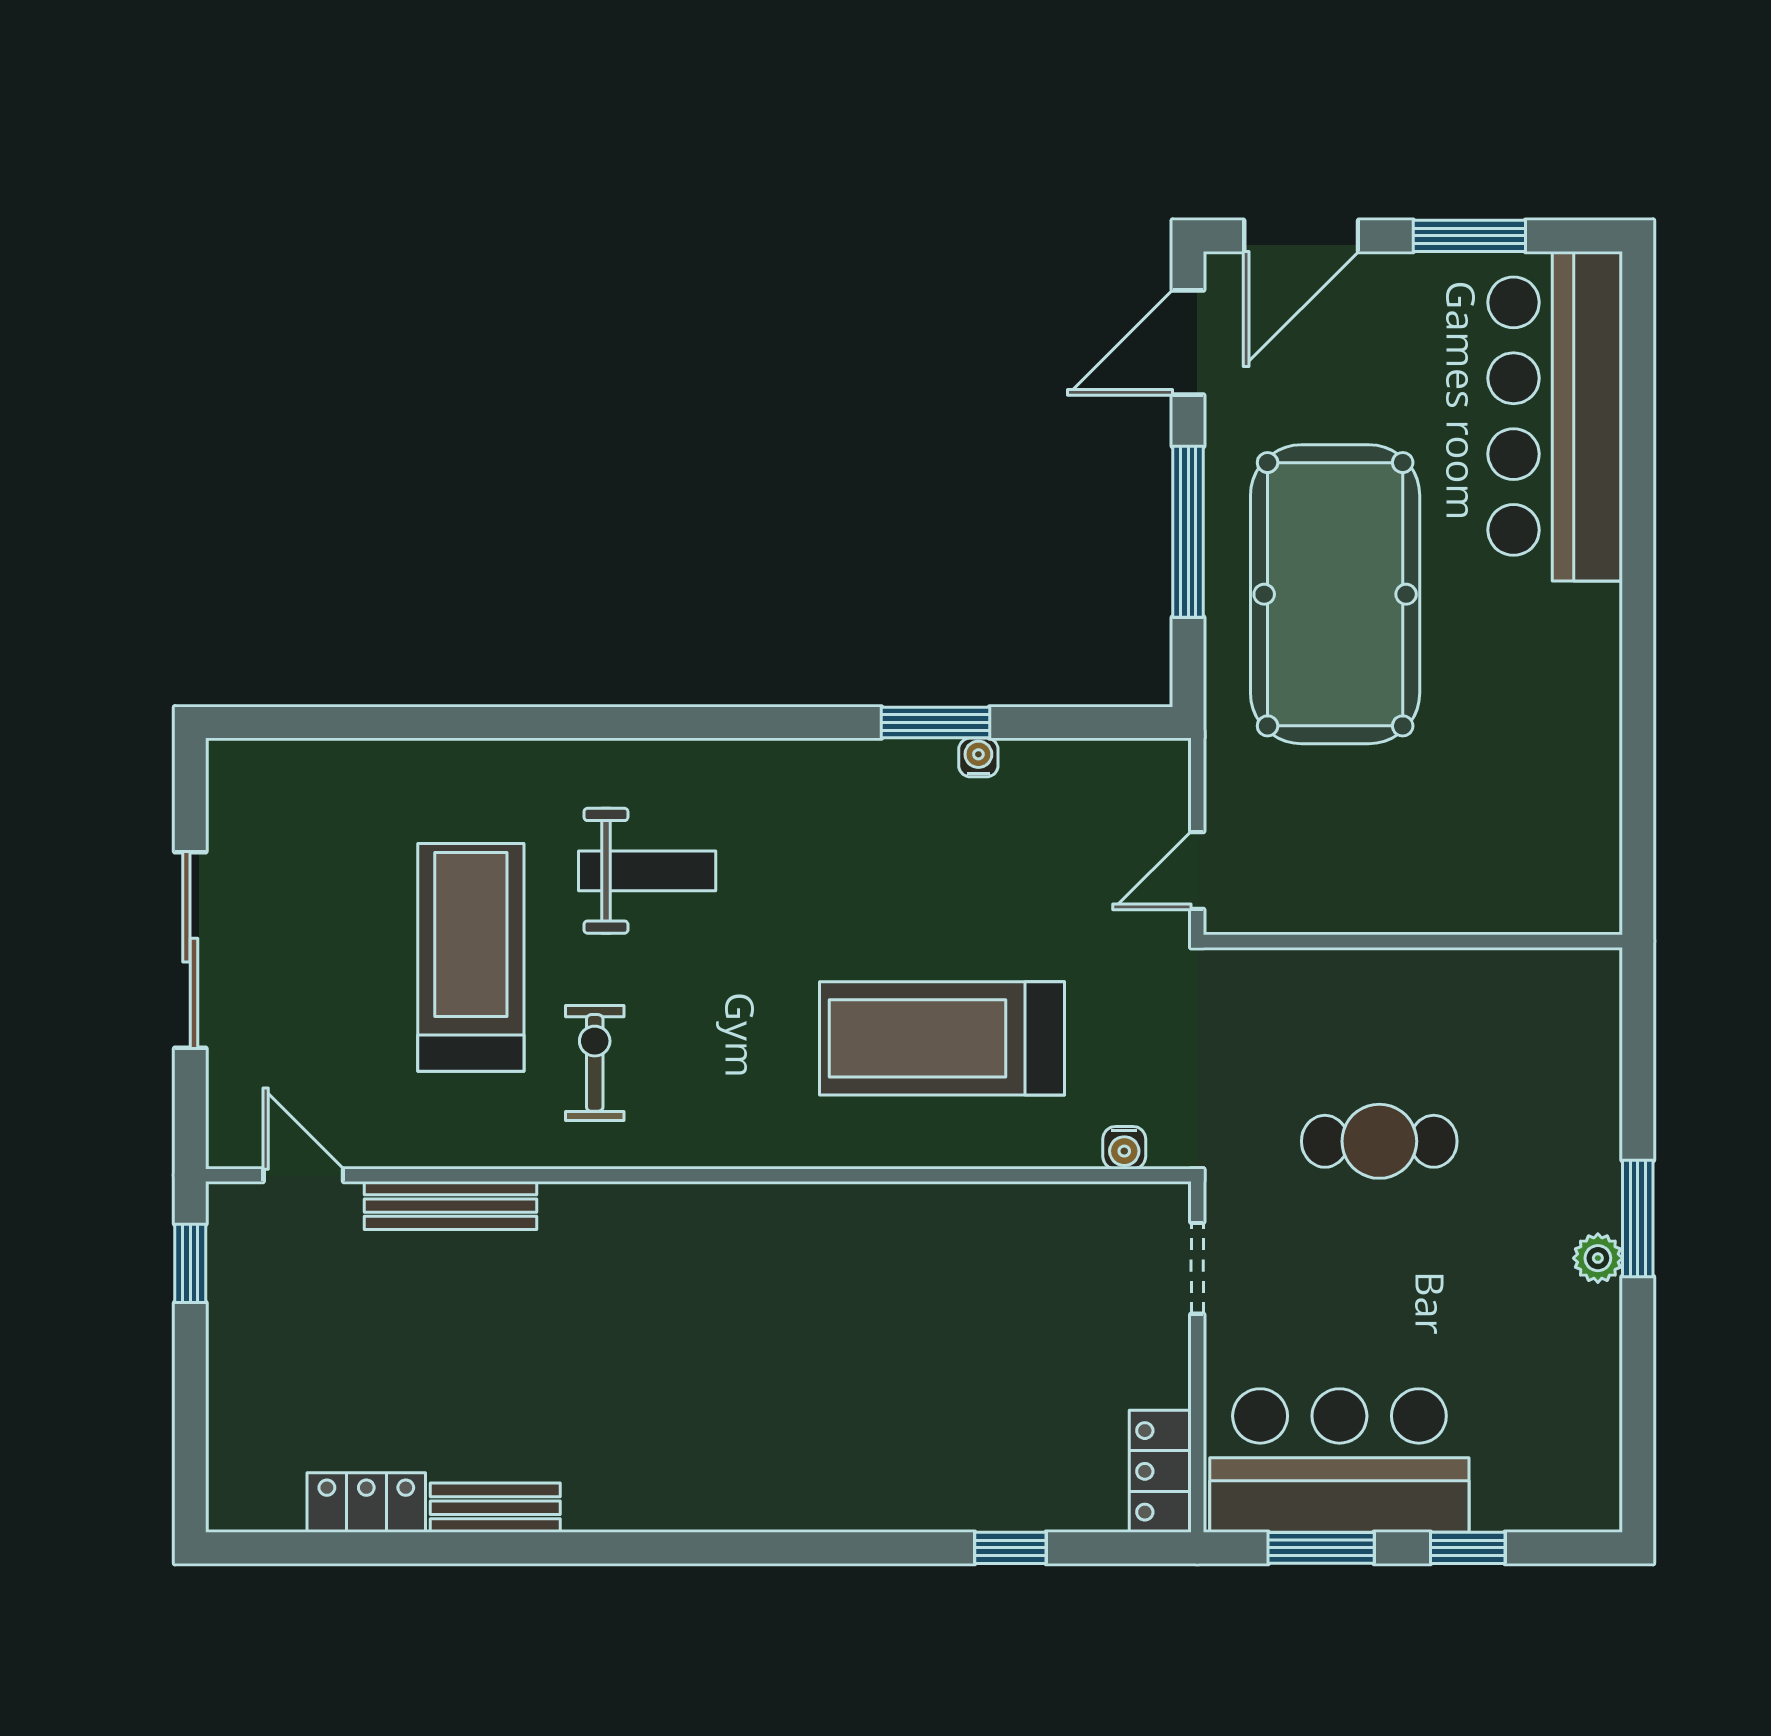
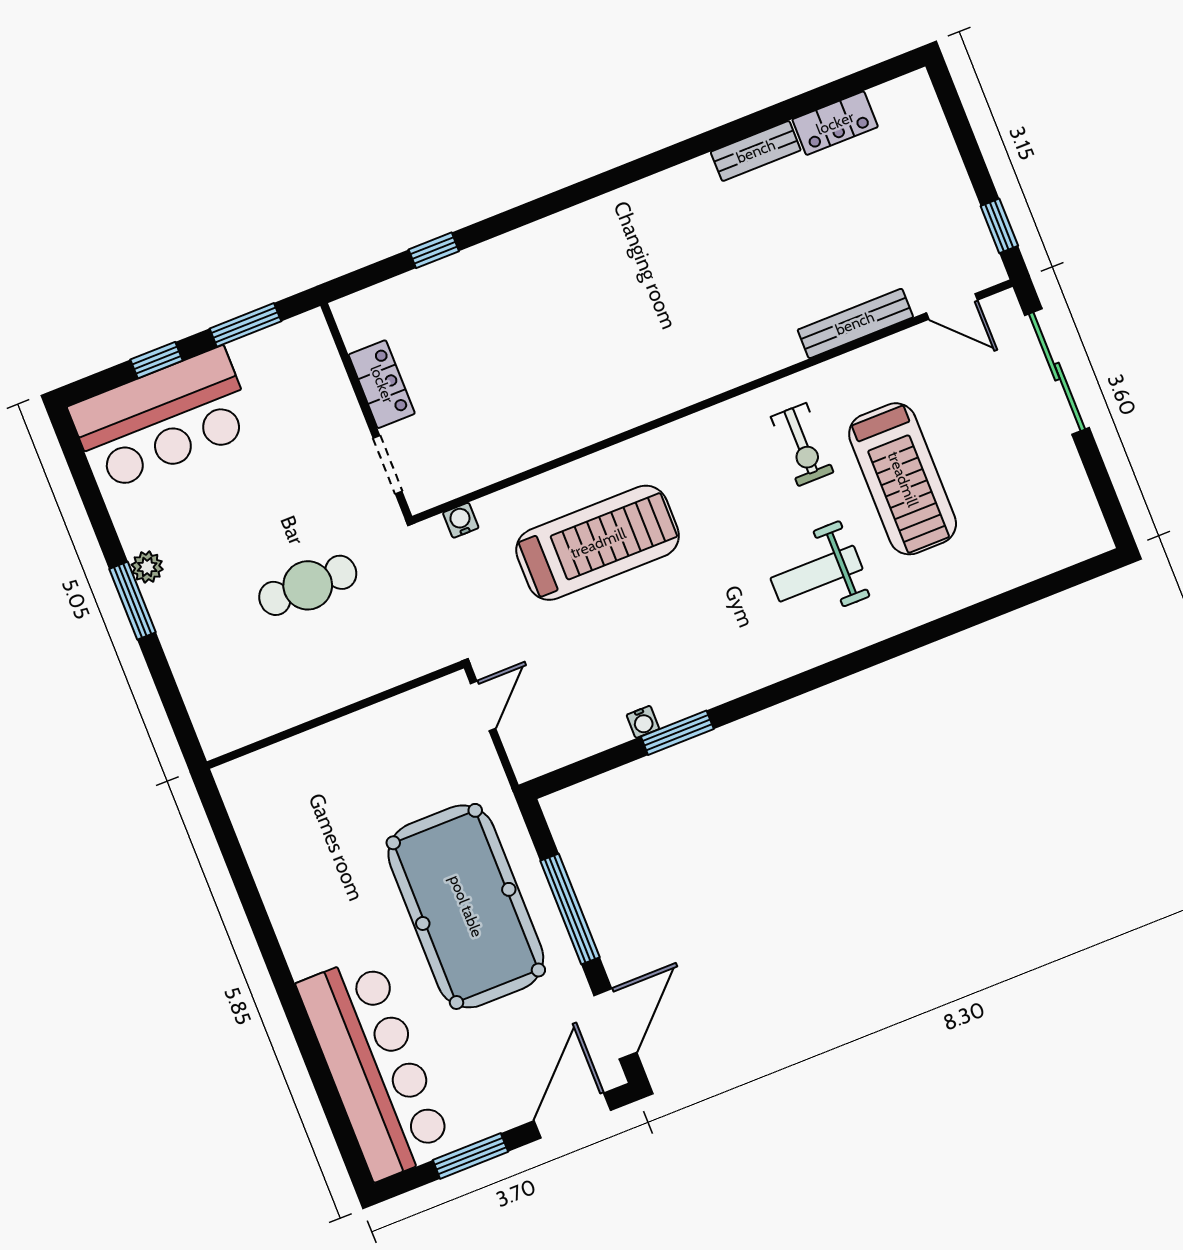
sliding door: (190, 950) -> (1057, 372), moved
bar counter: (1339, 1461) -> (162, 419), moved
locker: (1160, 1471) -> (382, 384), moved

